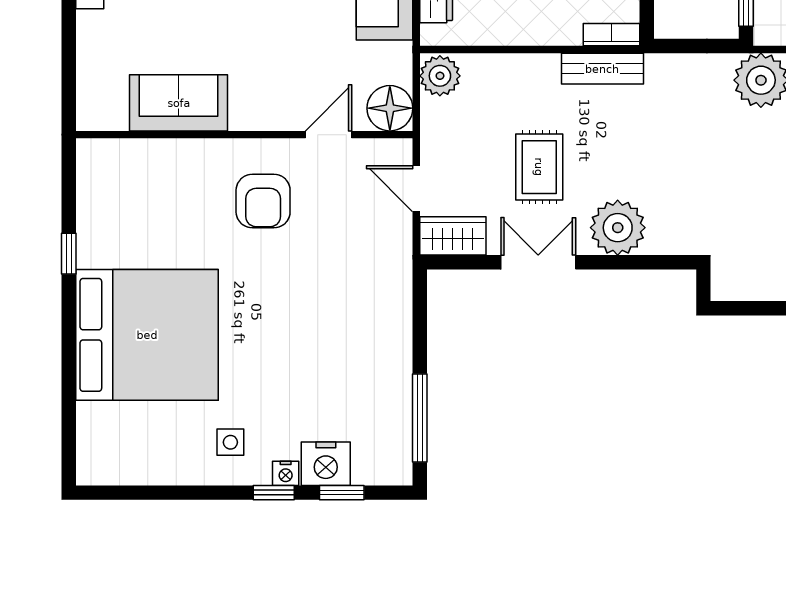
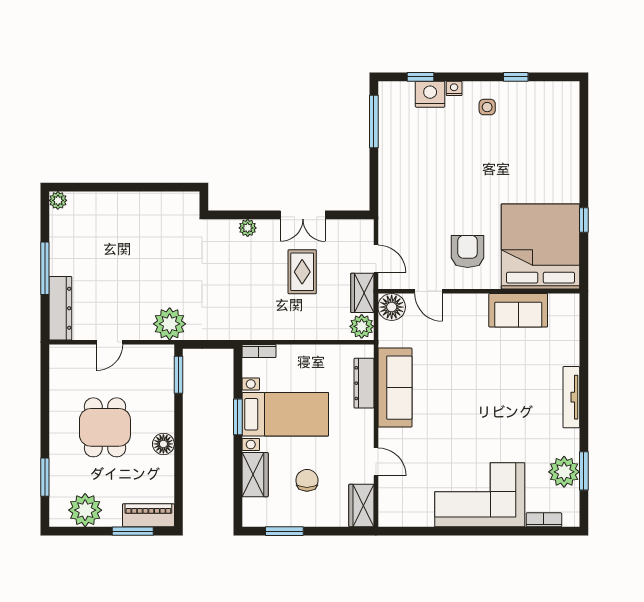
bench: (602, 69) -> (264, 331), removed
door: (328, 135) -> (428, 291), hinge flipped
plant: (618, 228) -> (248, 228), width x0.53, depth x0.53
wardrobe: (453, 236) -> (362, 293), moved, turned 90
bed: (147, 335) -> (540, 247), moved, turned 90
window: (274, 493) -> (516, 77), moved

